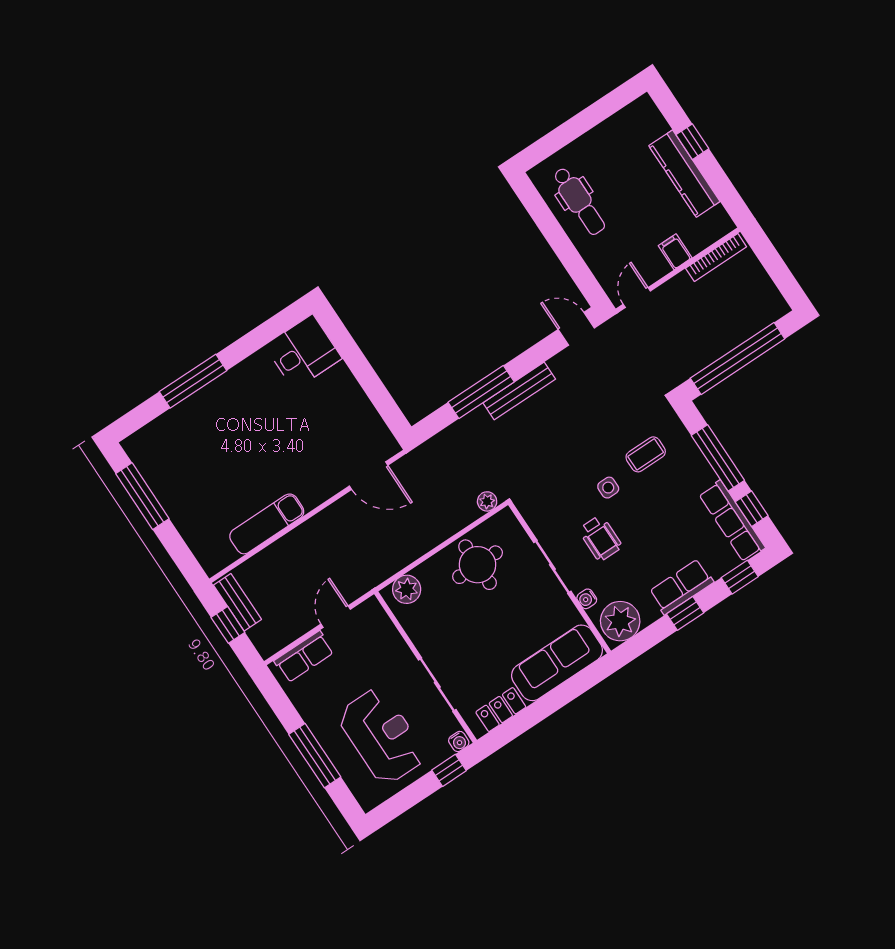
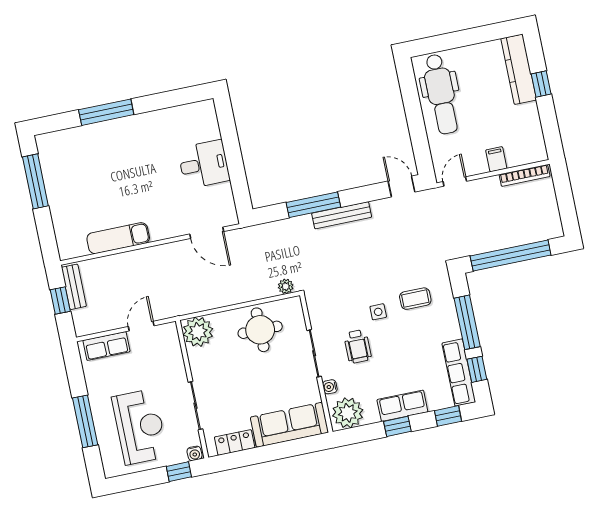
kitchen counter: (684, 174) -> (519, 69), moved
dental chair: (579, 201) -> (441, 94), width x1.36, depth x1.38
desk: (303, 352) -> (204, 164), moved
plant: (407, 589) -> (198, 332), width x1.36, depth x1.36

